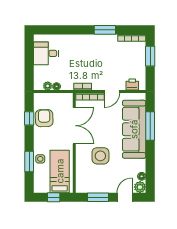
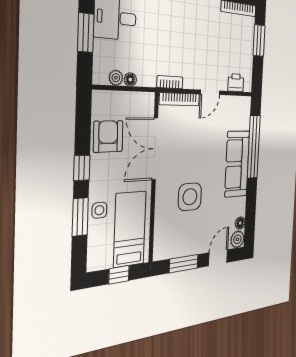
window: (29, 63) -> (86, 33), added
window: (29, 118) -> (82, 168), moved
double door: (74, 126) -> (155, 149), swing flipped
window: (150, 126) -> (254, 147), width x1.46
sofa: (134, 129) -> (237, 164), width x0.74, depth x0.79

